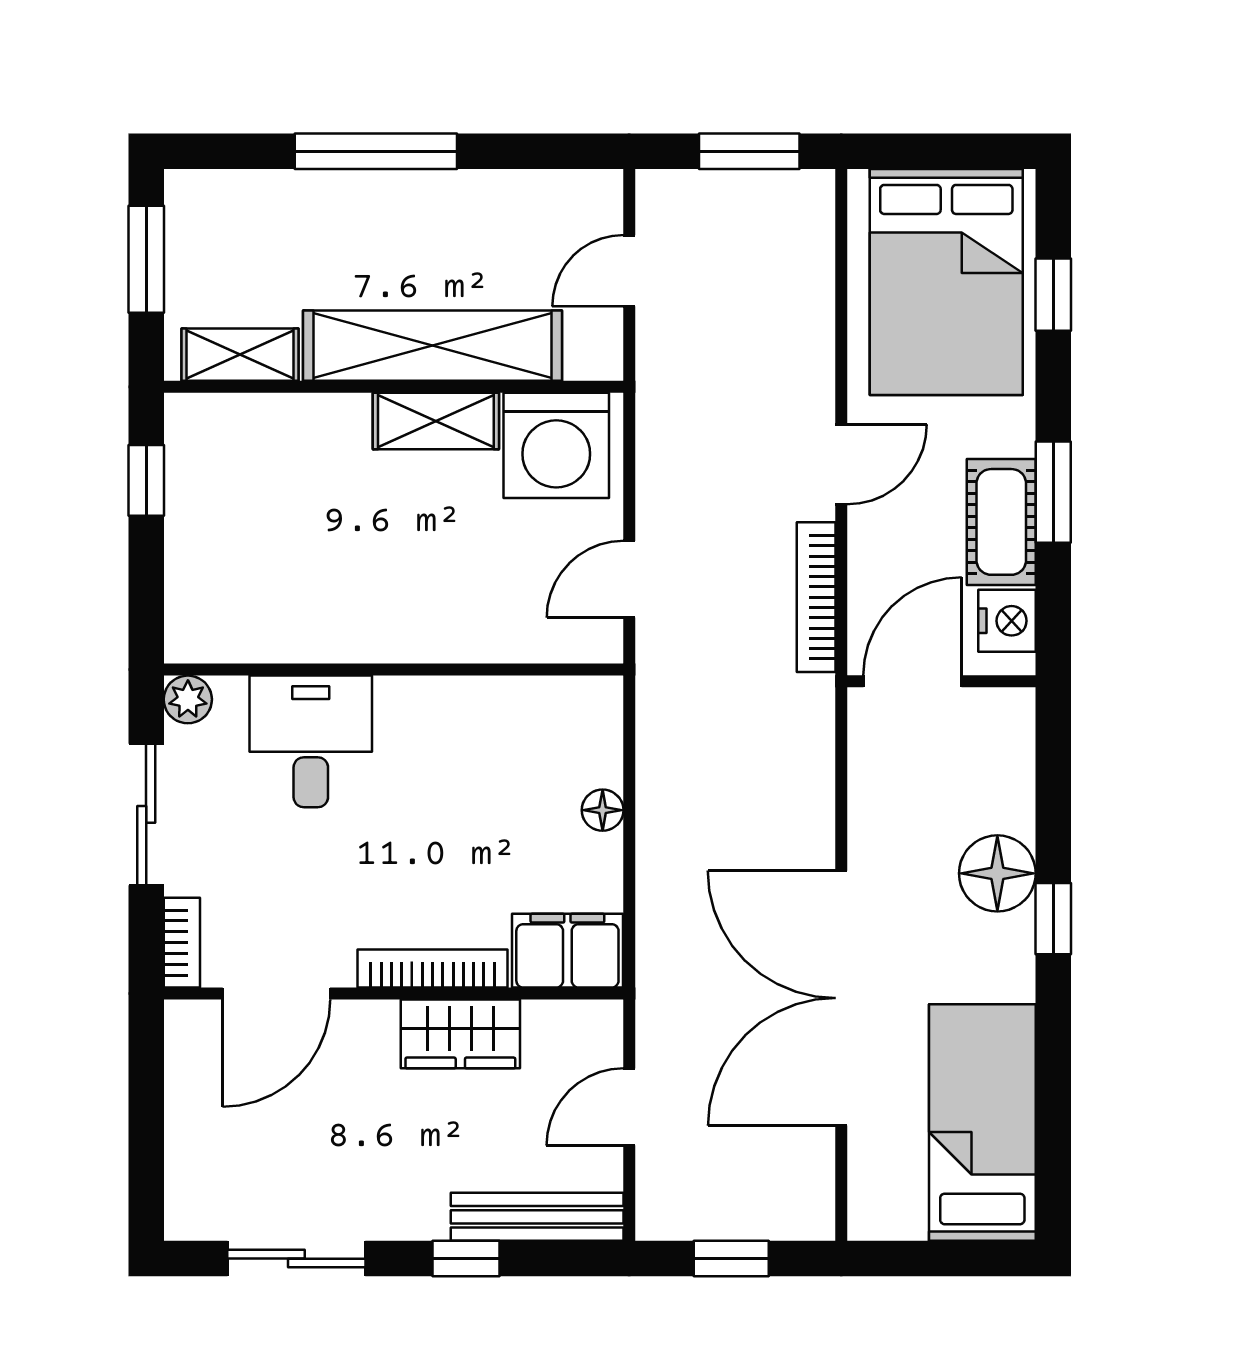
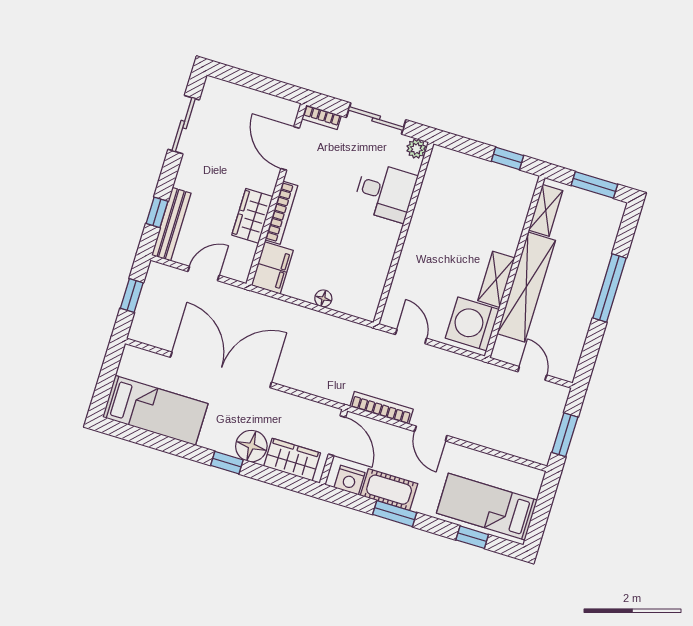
bed: (946, 282) -> (487, 507), width x0.67
wardrobe: (1000, 769) -> (292, 460), added
door: (629, 1107) -> (204, 273), hinge flipped
window: (466, 1259) -> (157, 212), moved

